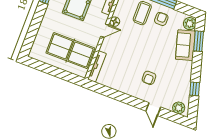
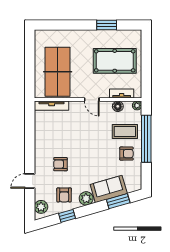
floor lamp: (115, 22) -> (118, 106), moved
plant: (190, 24) -> (86, 198), moved
armchair: (176, 85) -> (64, 195), added

